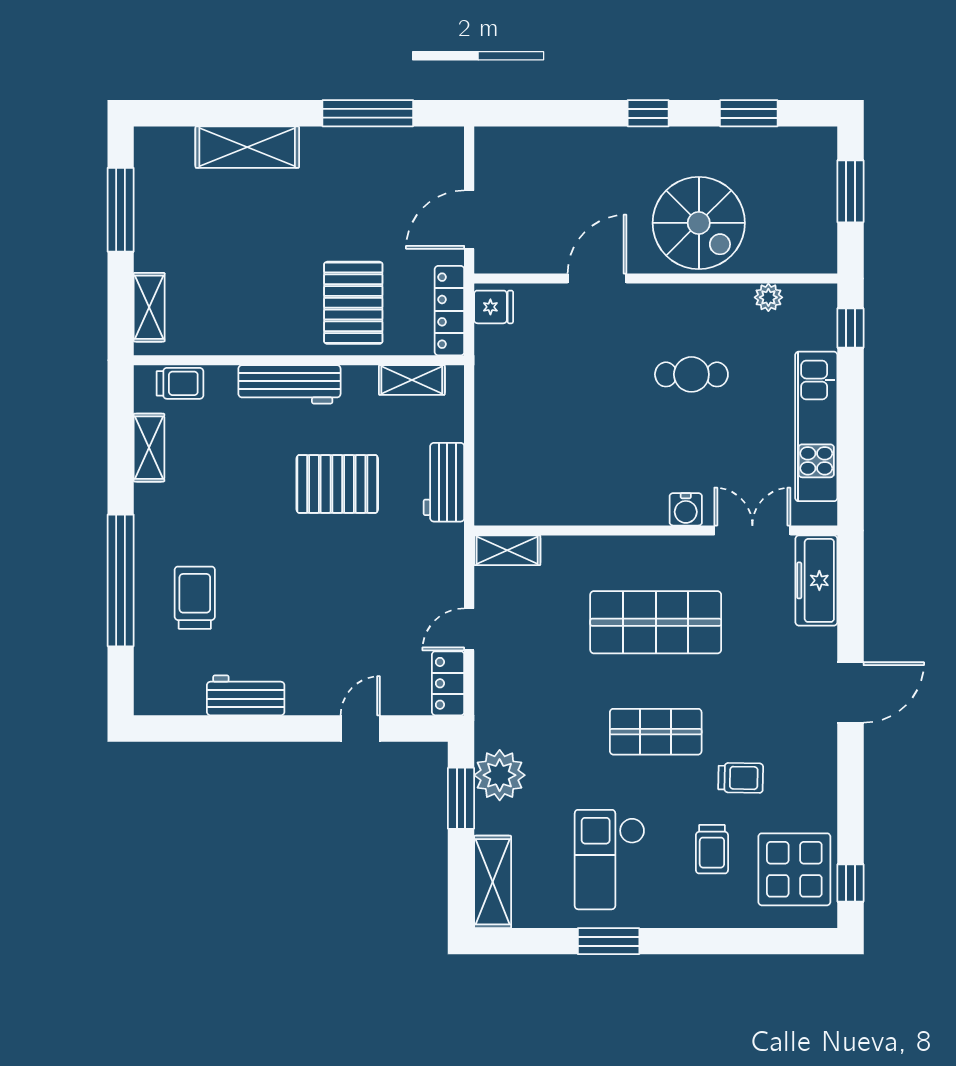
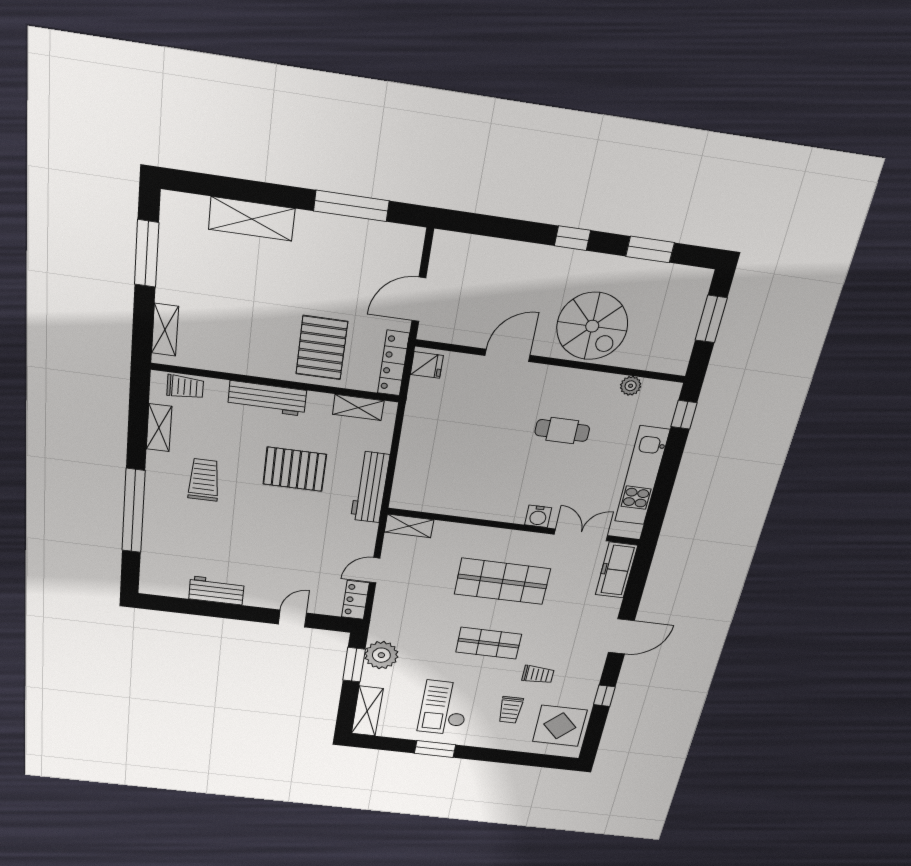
workbench: (444, 482) -> (370, 487), width x1.38
trolley: (195, 598) -> (204, 480), moved
window: (850, 883) -> (604, 696), moved

